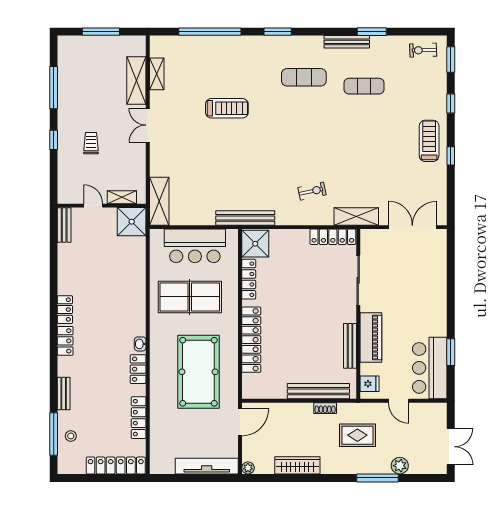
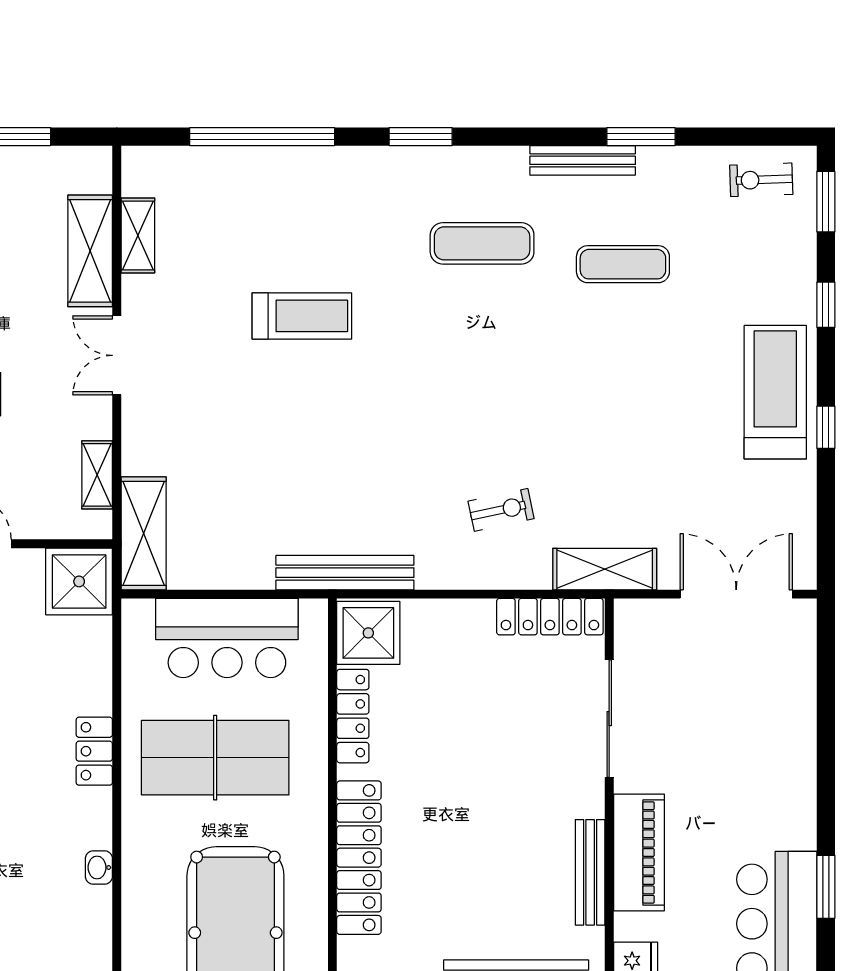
treadmill: (429, 141) -> (775, 392), width x1.37, depth x1.38
shelving: (122, 197) -> (97, 475), moved, turned 90
locker: (138, 369) -> (94, 751), moved

